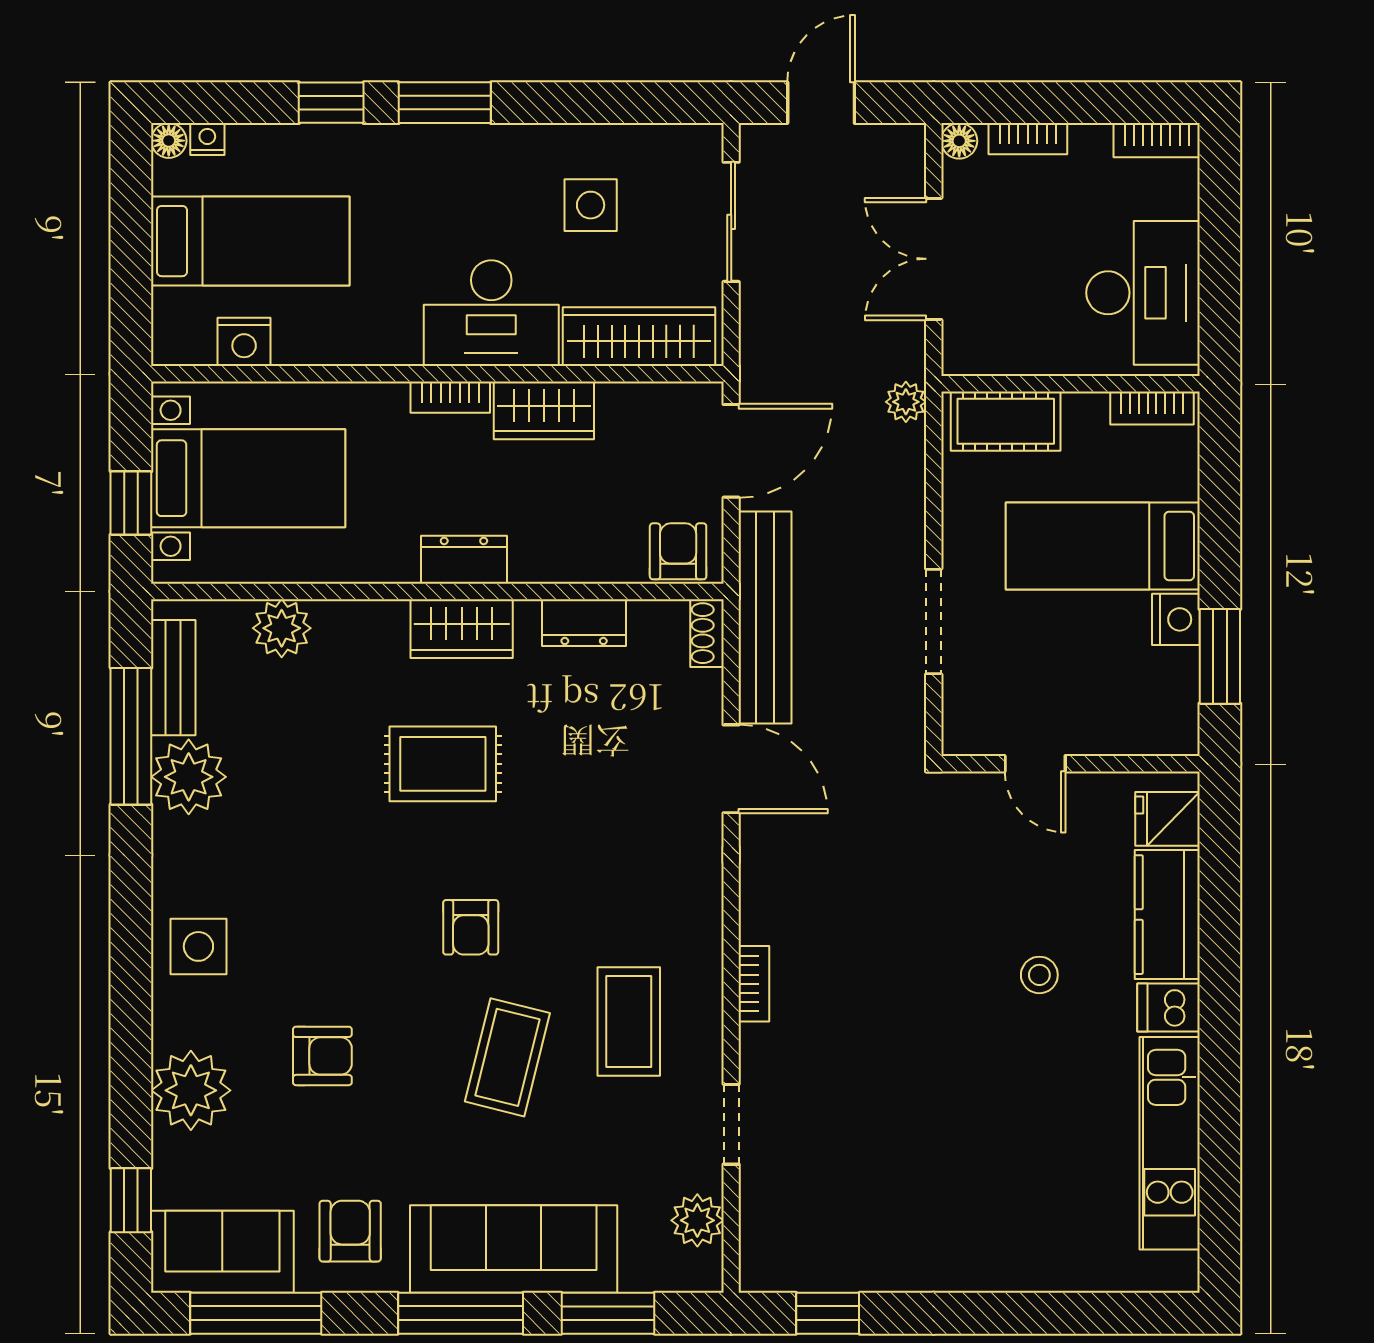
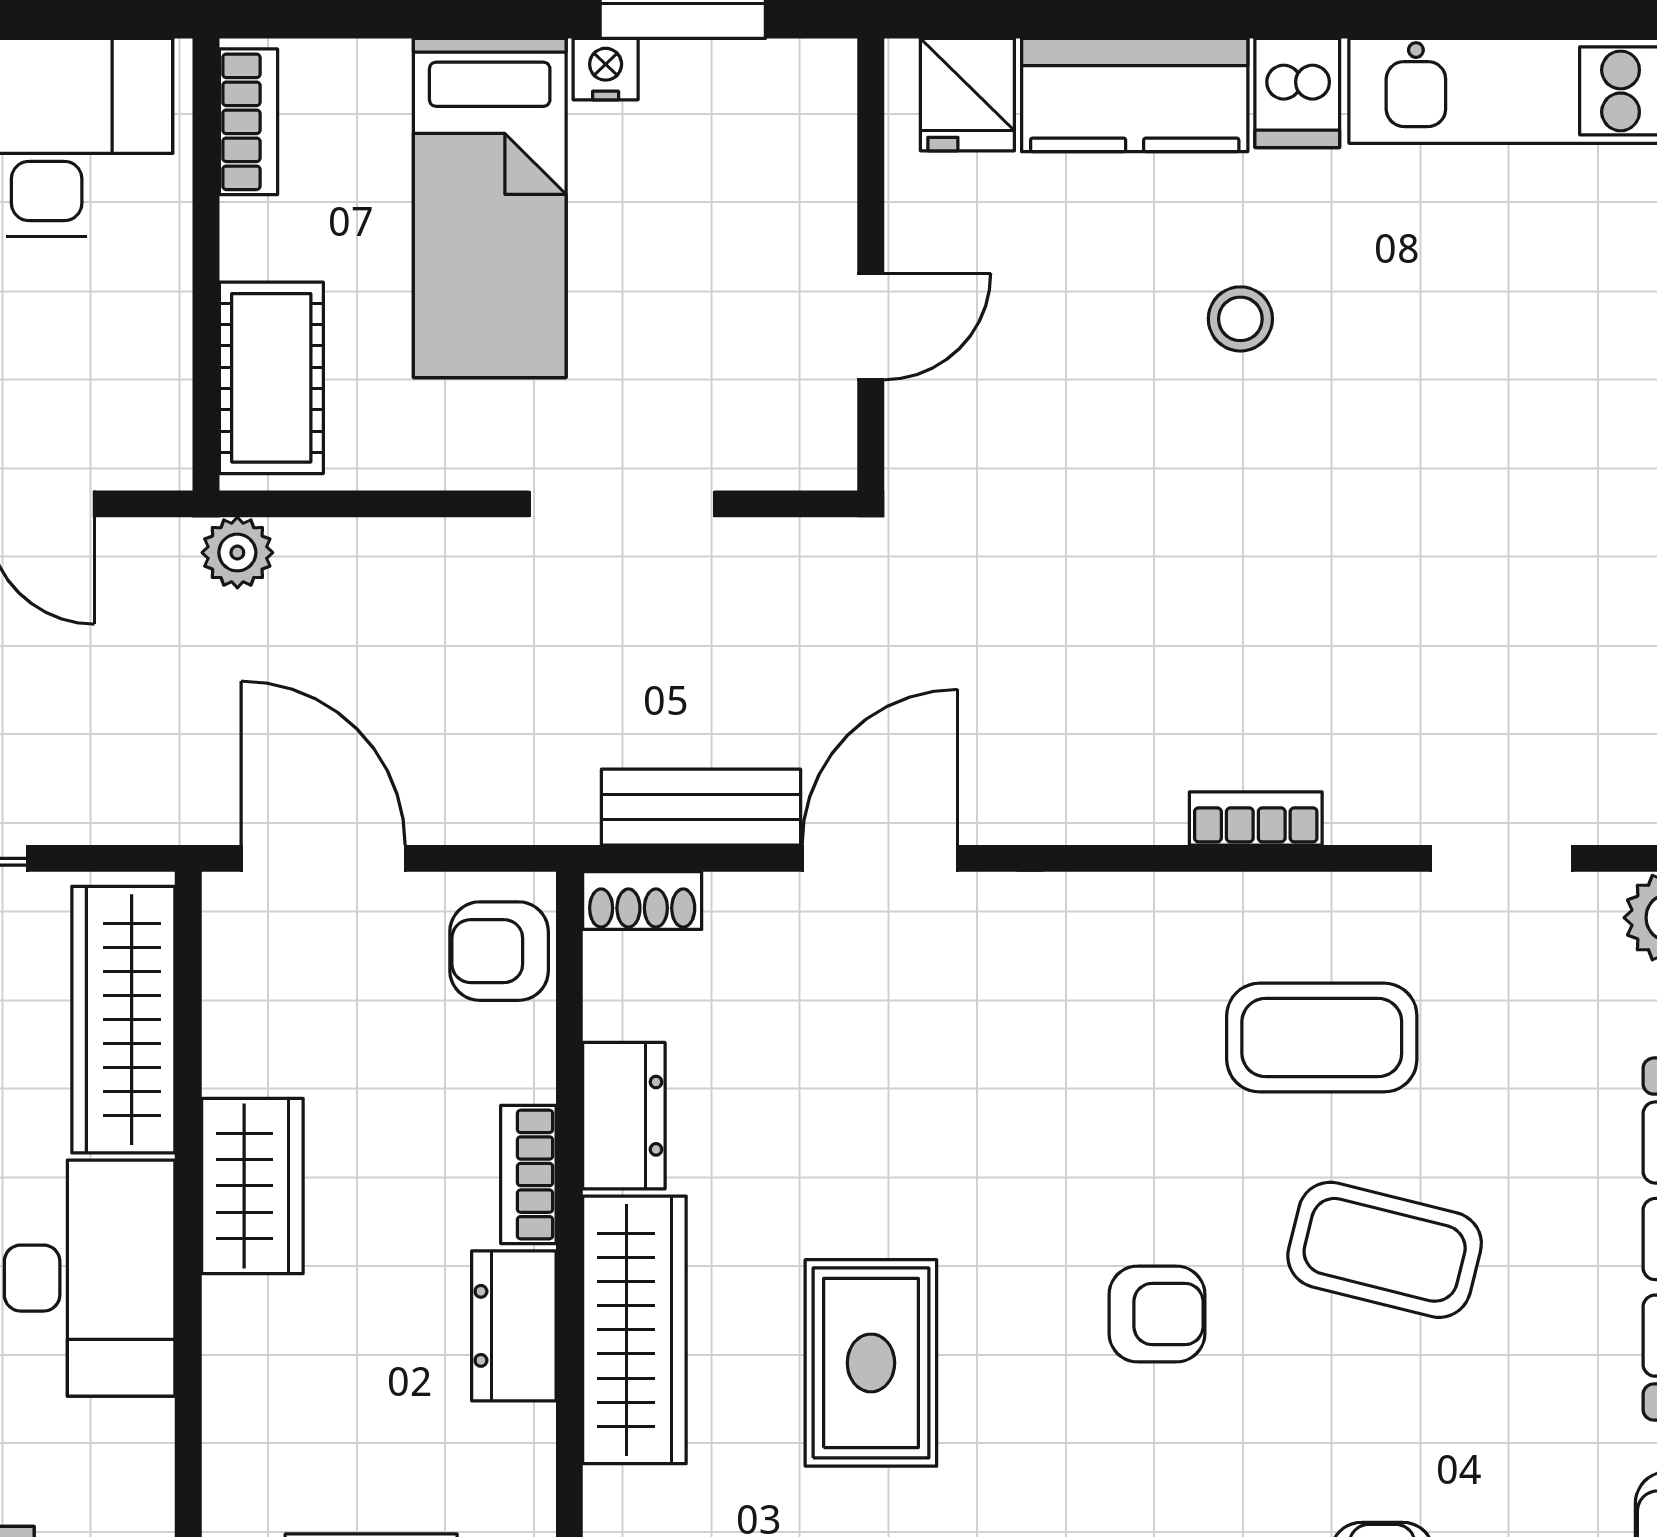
bookcase: (450, 397) -> (528, 1175), moved, turned 180
bench: (765, 618) -> (701, 807), width x0.54, depth x0.82
nightstand: (1176, 619) -> (606, 69), width x0.72, depth x0.74
wardrobe: (462, 629) -> (634, 1330), width x1.50

